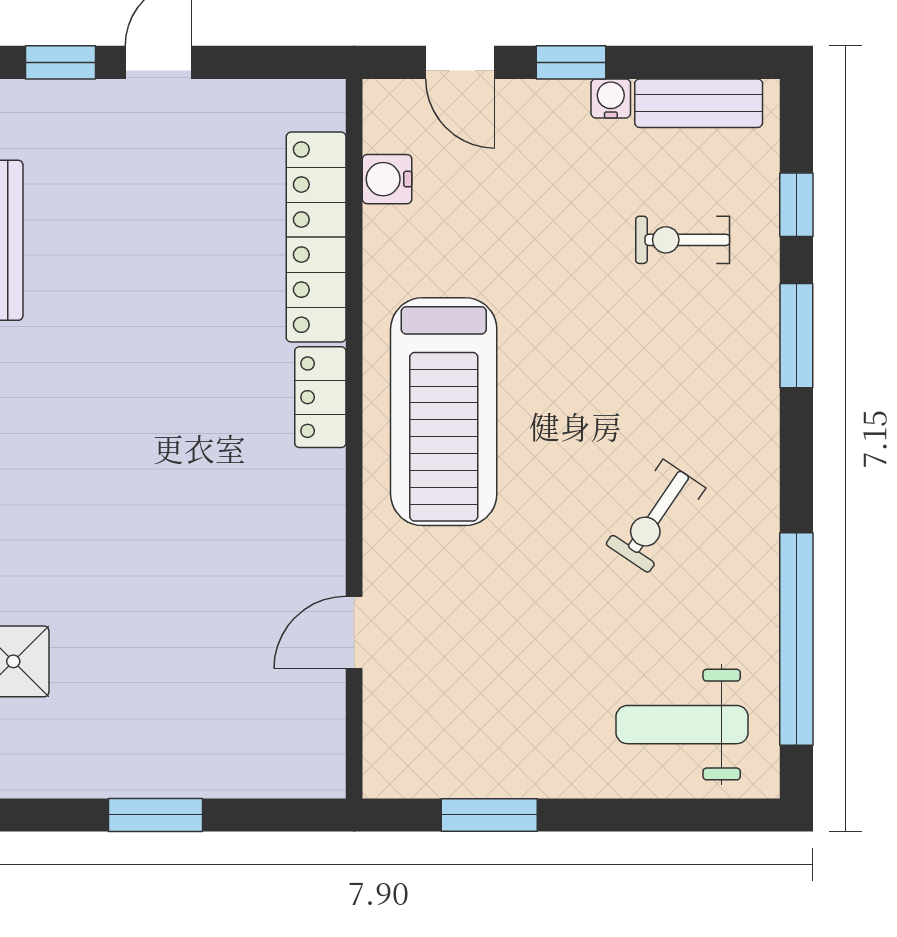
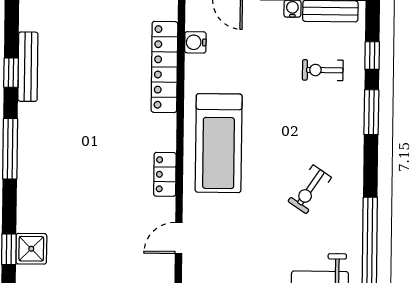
locker: (320, 397) -> (165, 174), moved

